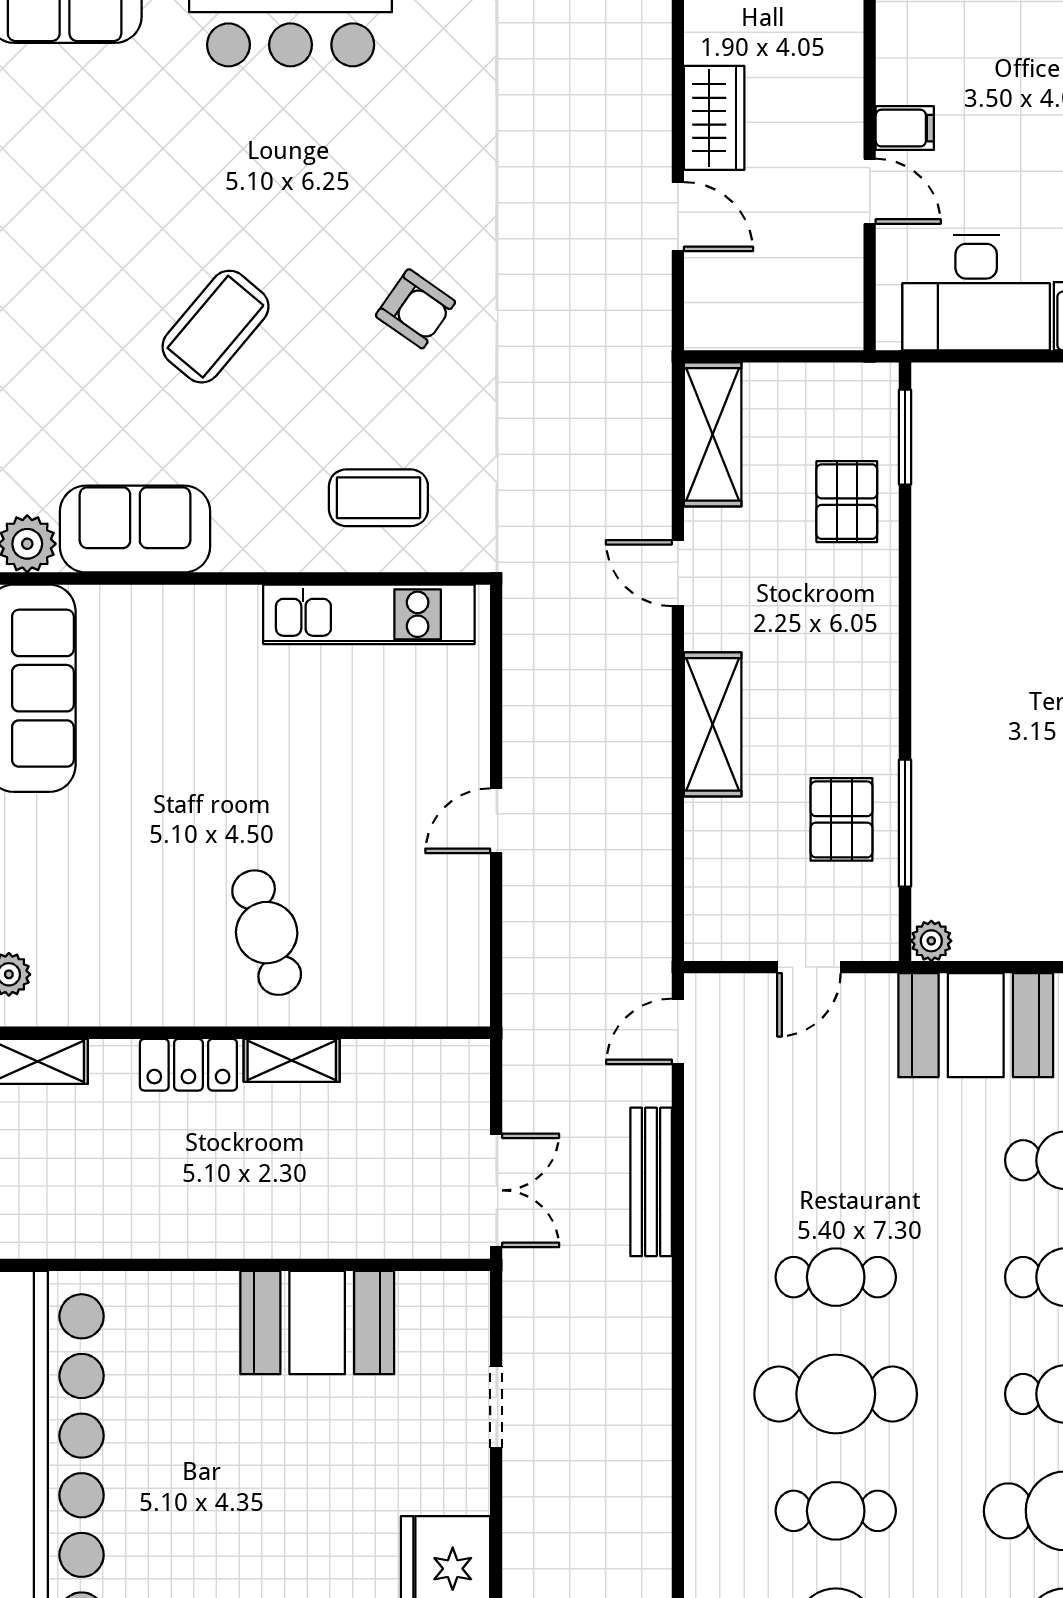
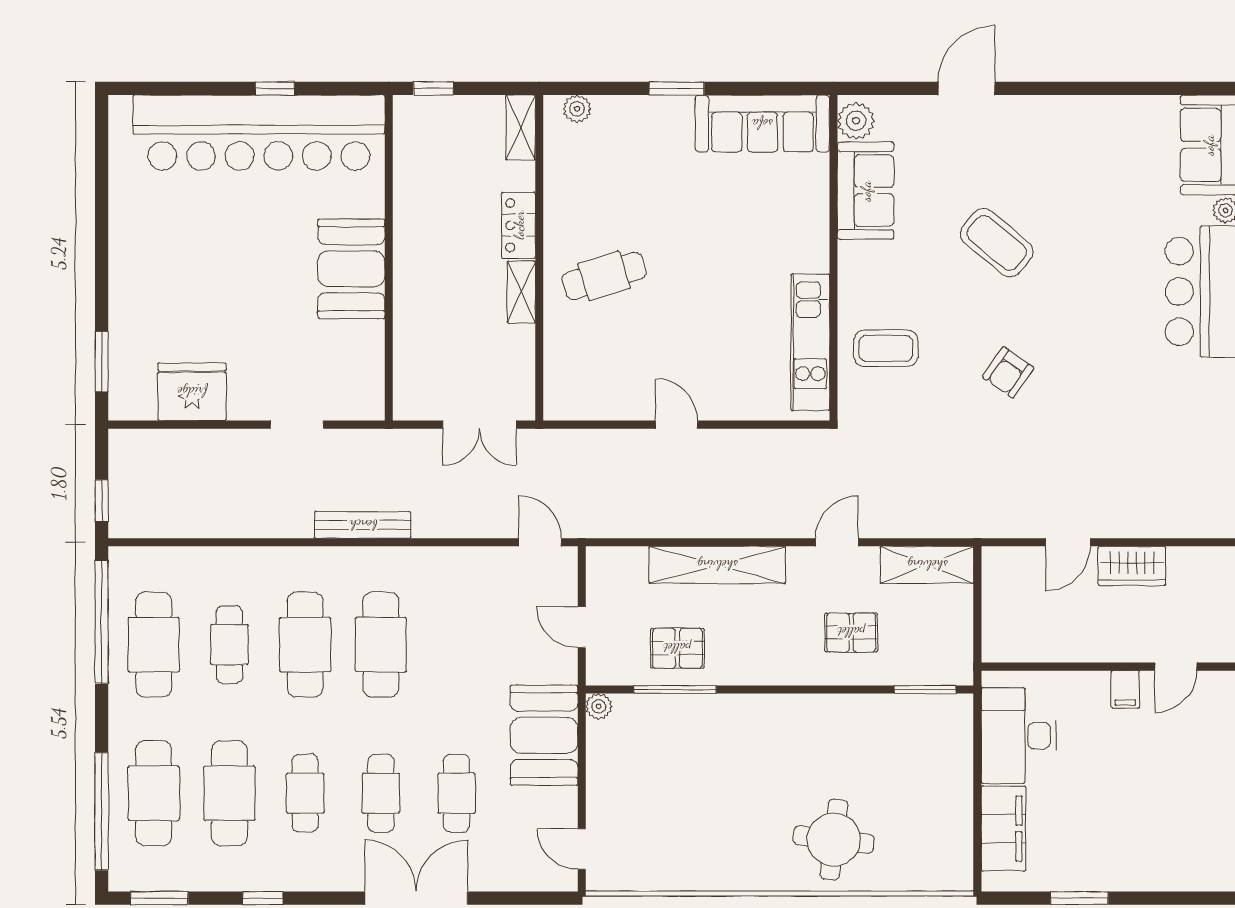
door: (870, 191) -> (1176, 667), moved
coffee table: (378, 498) -> (886, 348), turned 90
pallet: (847, 502) -> (851, 632), moved
shelving: (713, 724) -> (717, 565), width x1.47
bench: (651, 1182) -> (363, 525), moved
double door: (496, 1190) -> (479, 425), moved
cafe table: (836, 1277) -> (381, 645), width x1.37, depth x1.35
booth: (317, 1323) -> (351, 269), moved

